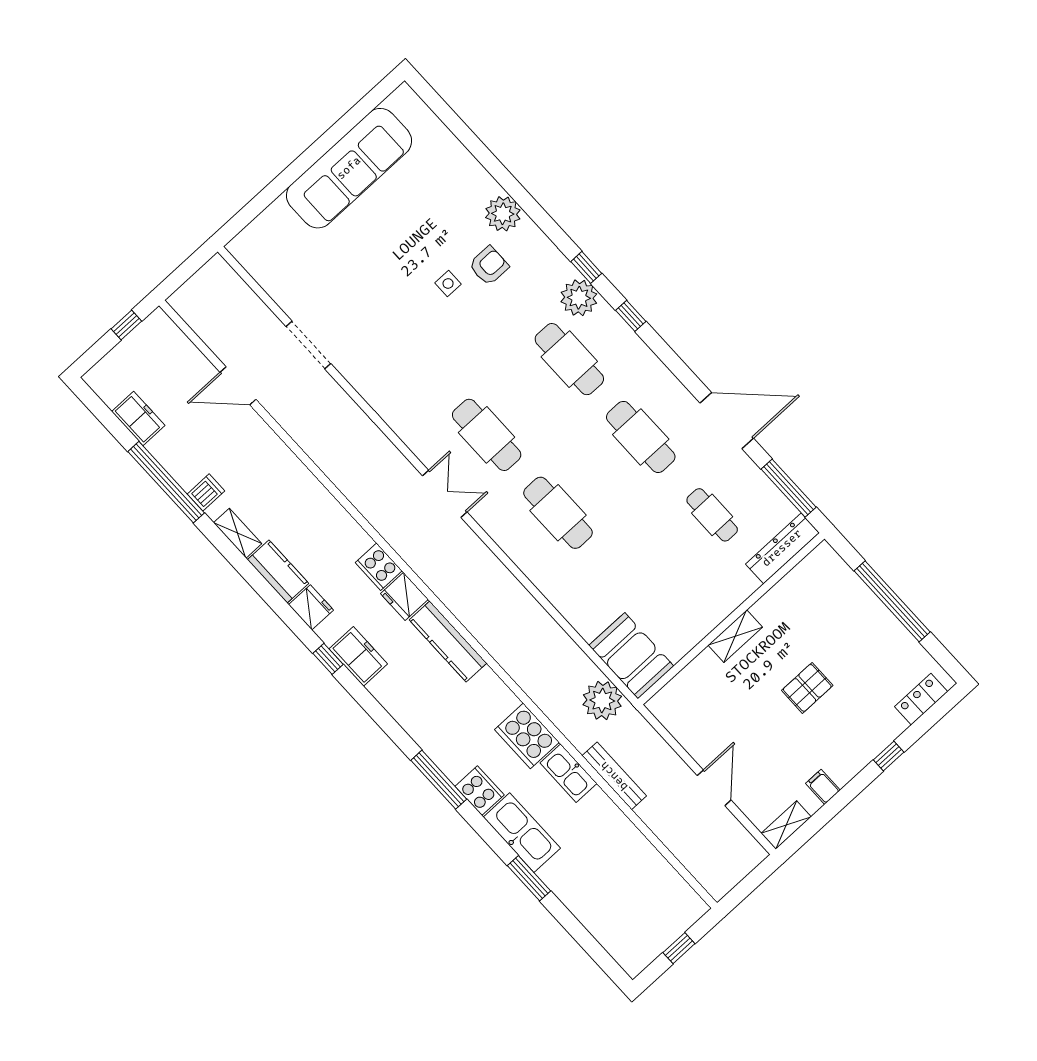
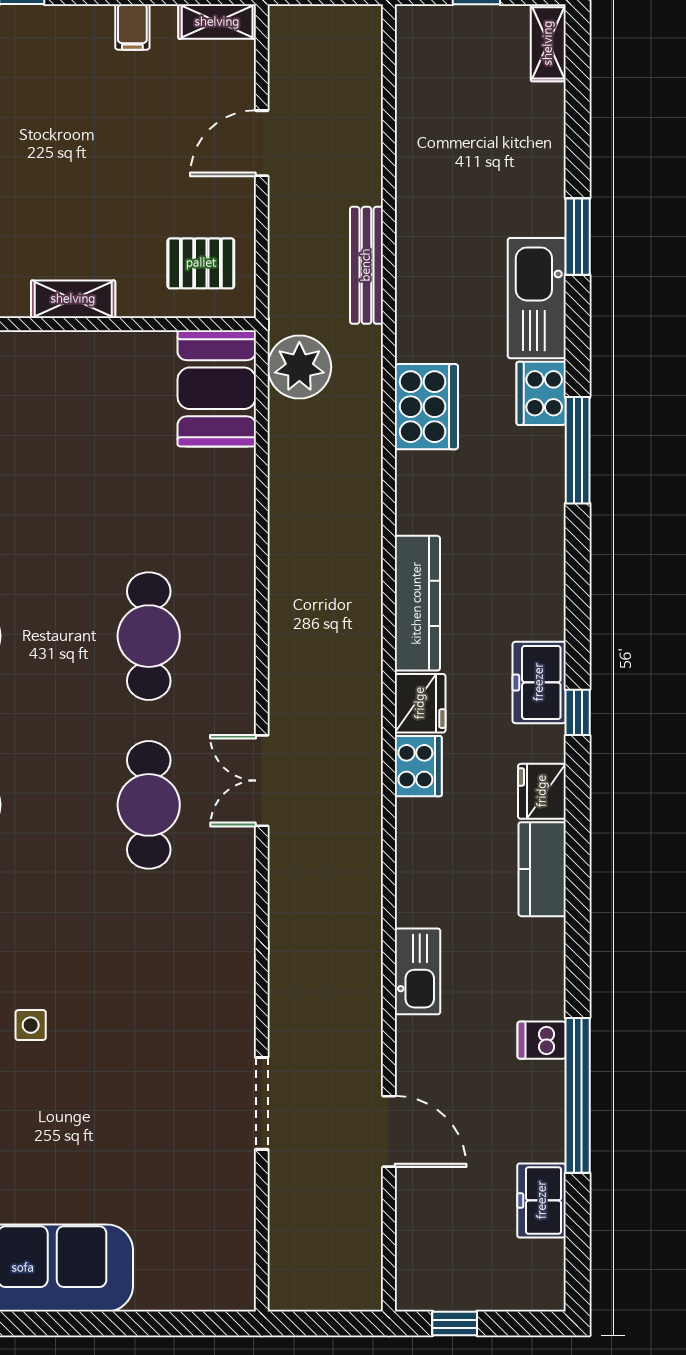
shelving: (238, 533) -> (548, 43), moved
pallet: (807, 688) -> (201, 263), moved
kitchen sink: (569, 773) -> (418, 971), moved

